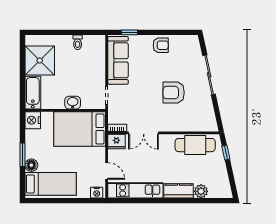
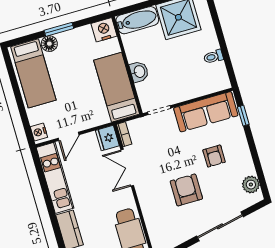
plant: (184, 42) -> (251, 185), added
armchair: (161, 45) -> (214, 156), moved
bed: (80, 129) -> (117, 87), width x0.67

